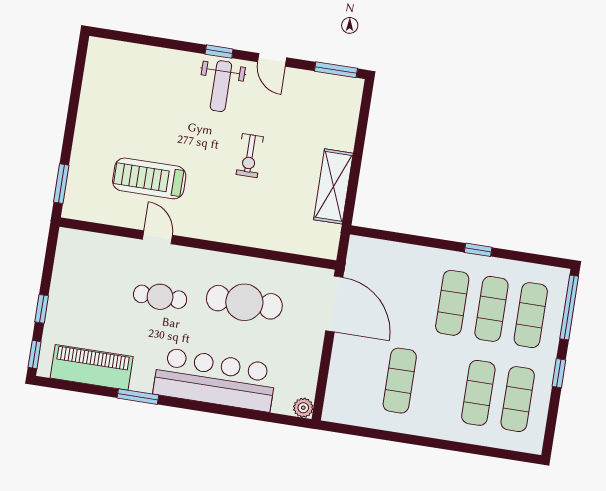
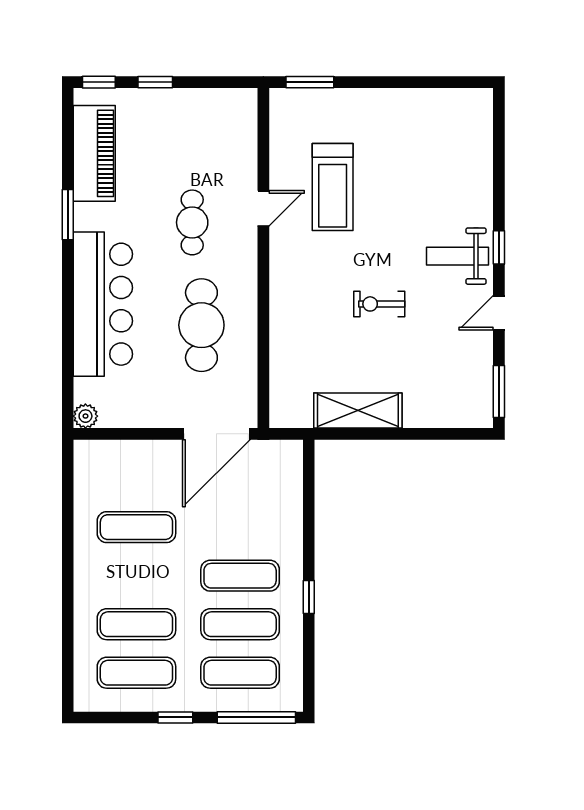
treadmill: (149, 178) -> (333, 187), turned 180

